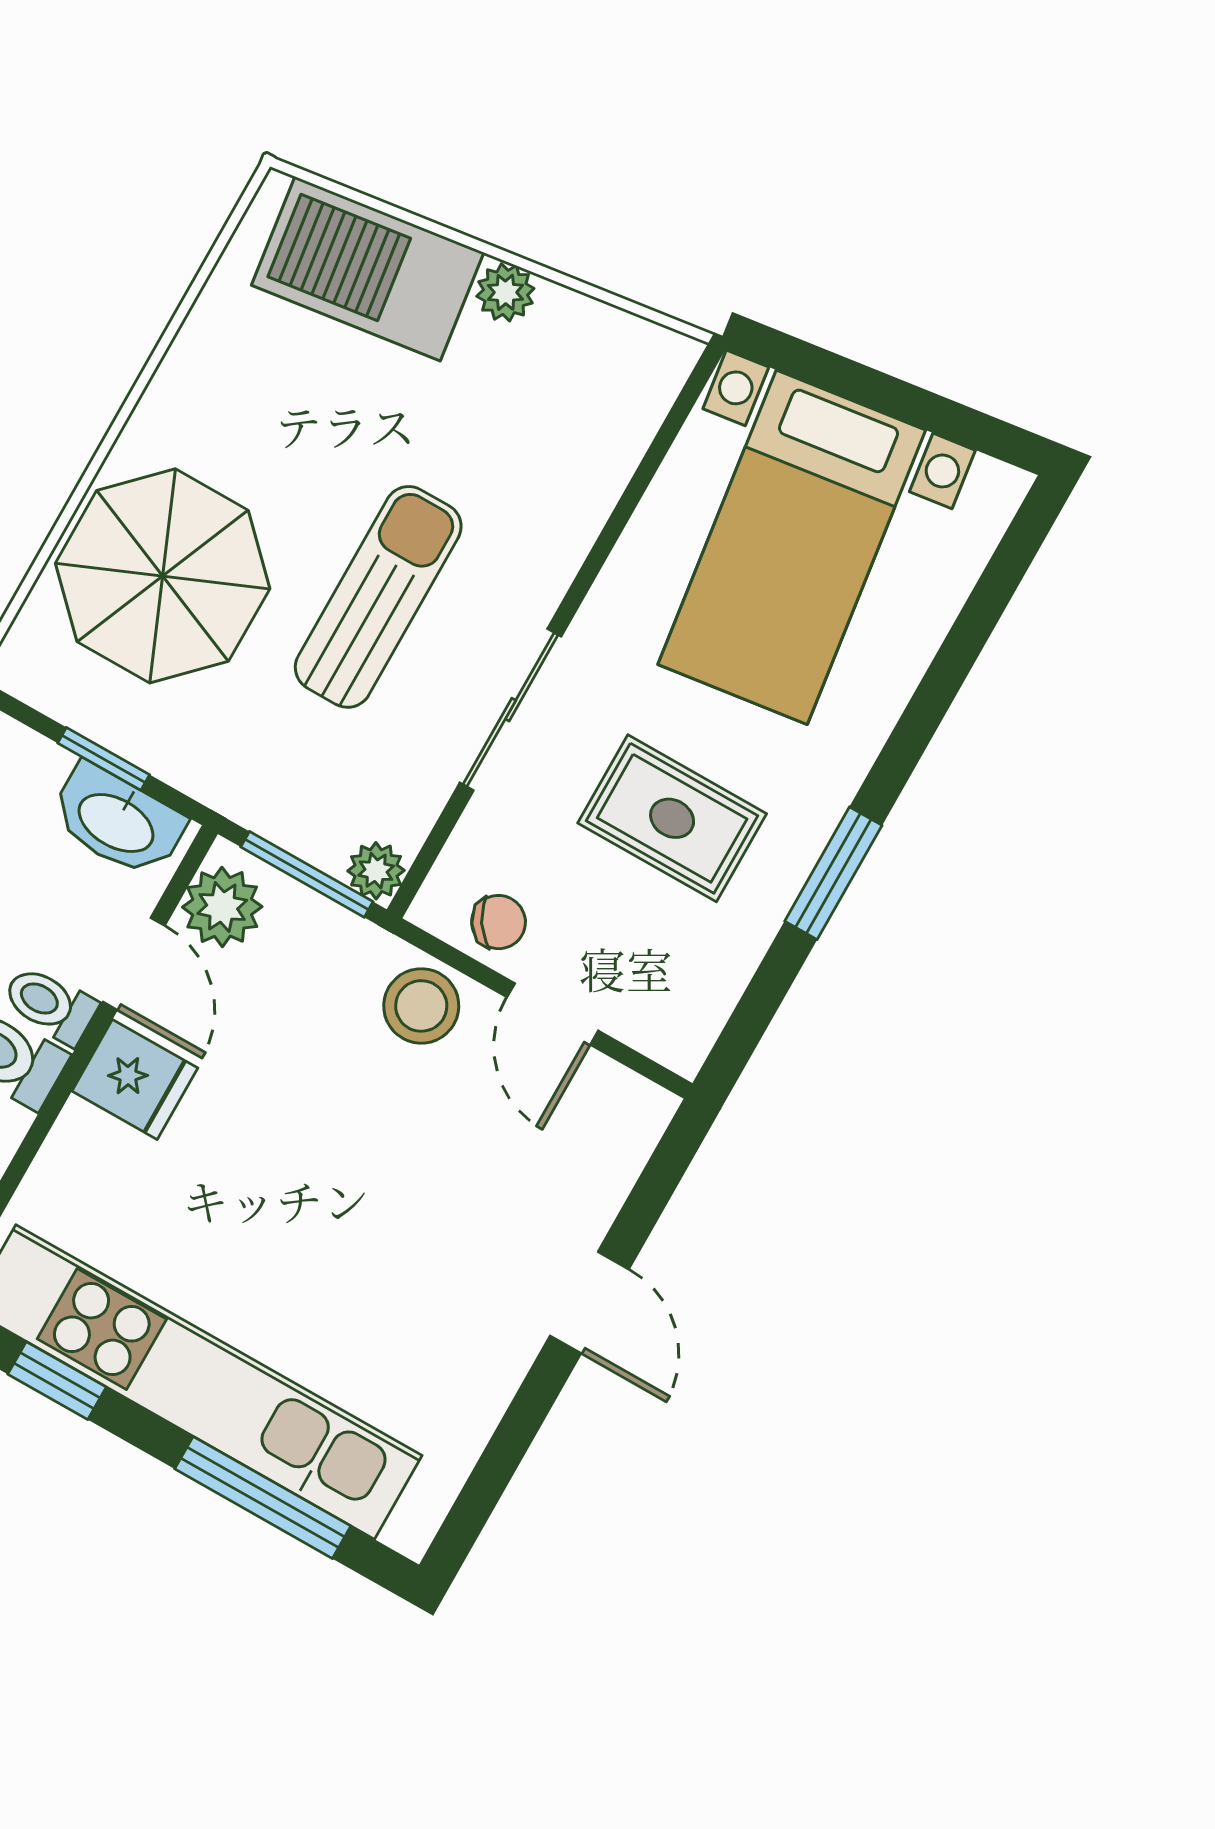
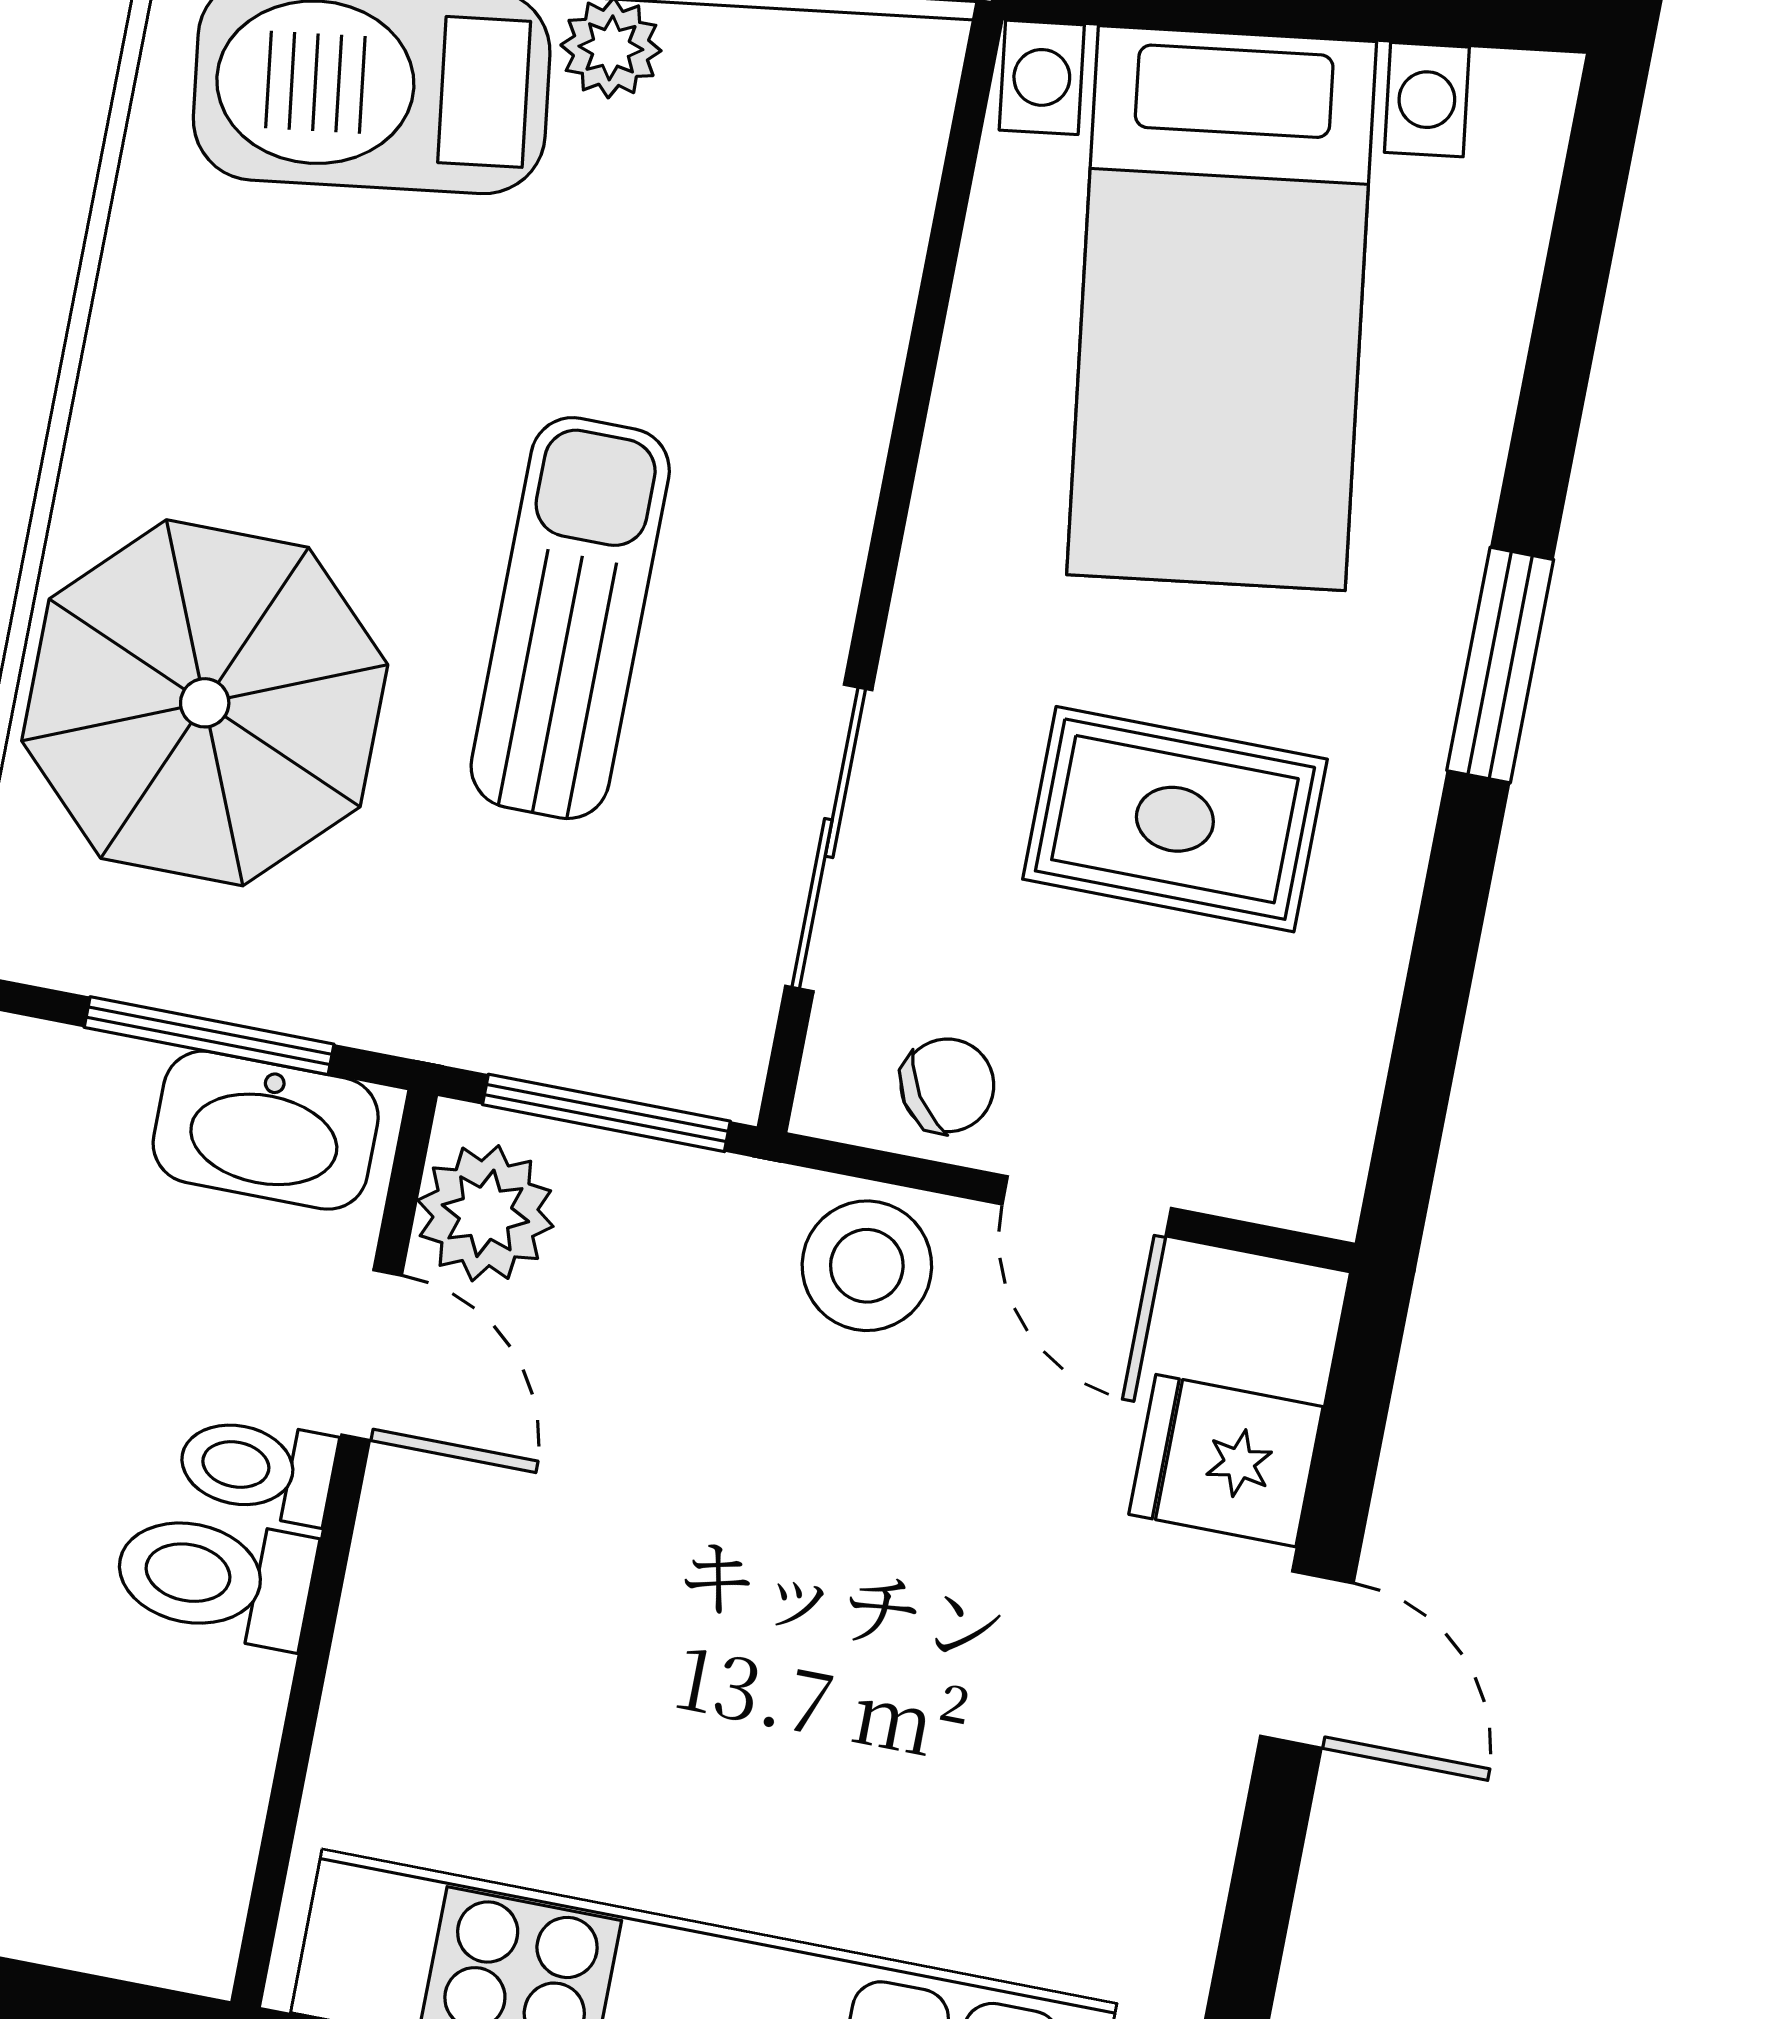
sliding door: (511, 710) -> (829, 838), moved
window: (104, 759) -> (209, 1036), width x1.50
plant: (376, 871) -> (718, 1069), removed
window: (833, 873) -> (1500, 665), moved
fridge: (135, 1079) -> (1226, 1461), moved, turned 180

